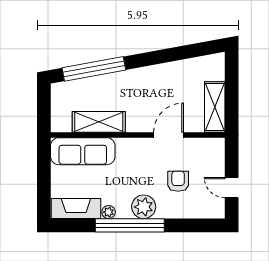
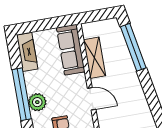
door: (168, 135) -> (92, 99), moved
plant: (109, 212) -> (29, 77), removed

